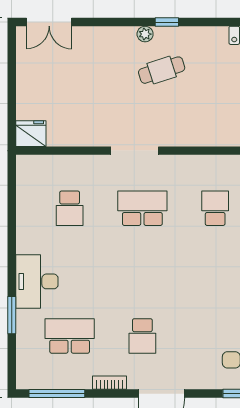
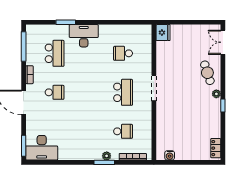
cafe table: (162, 70) -> (207, 73), moved
school desk: (142, 336) -> (55, 92), turned 180

